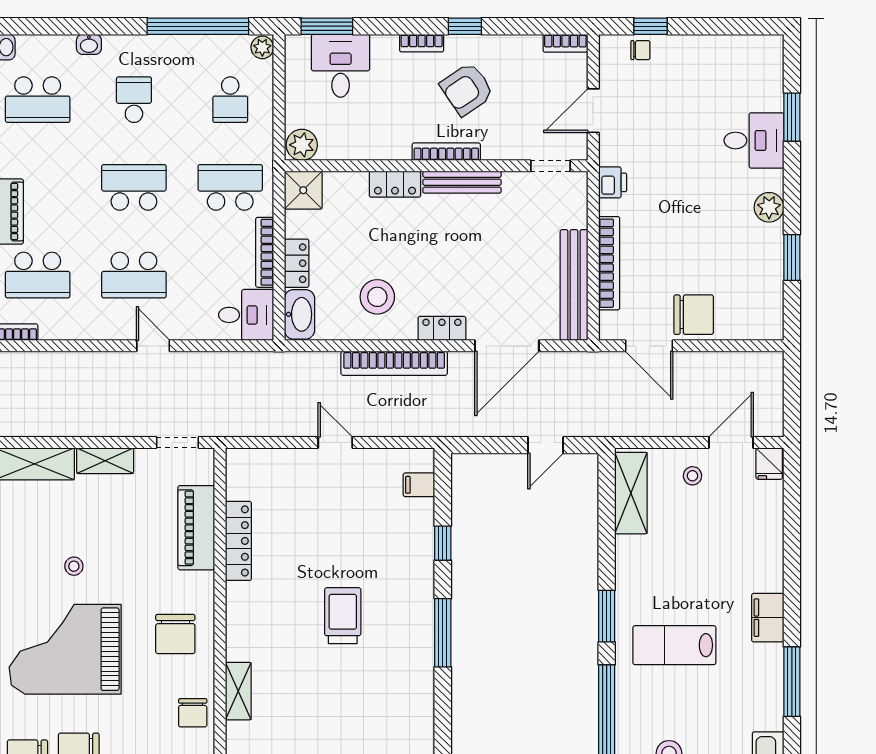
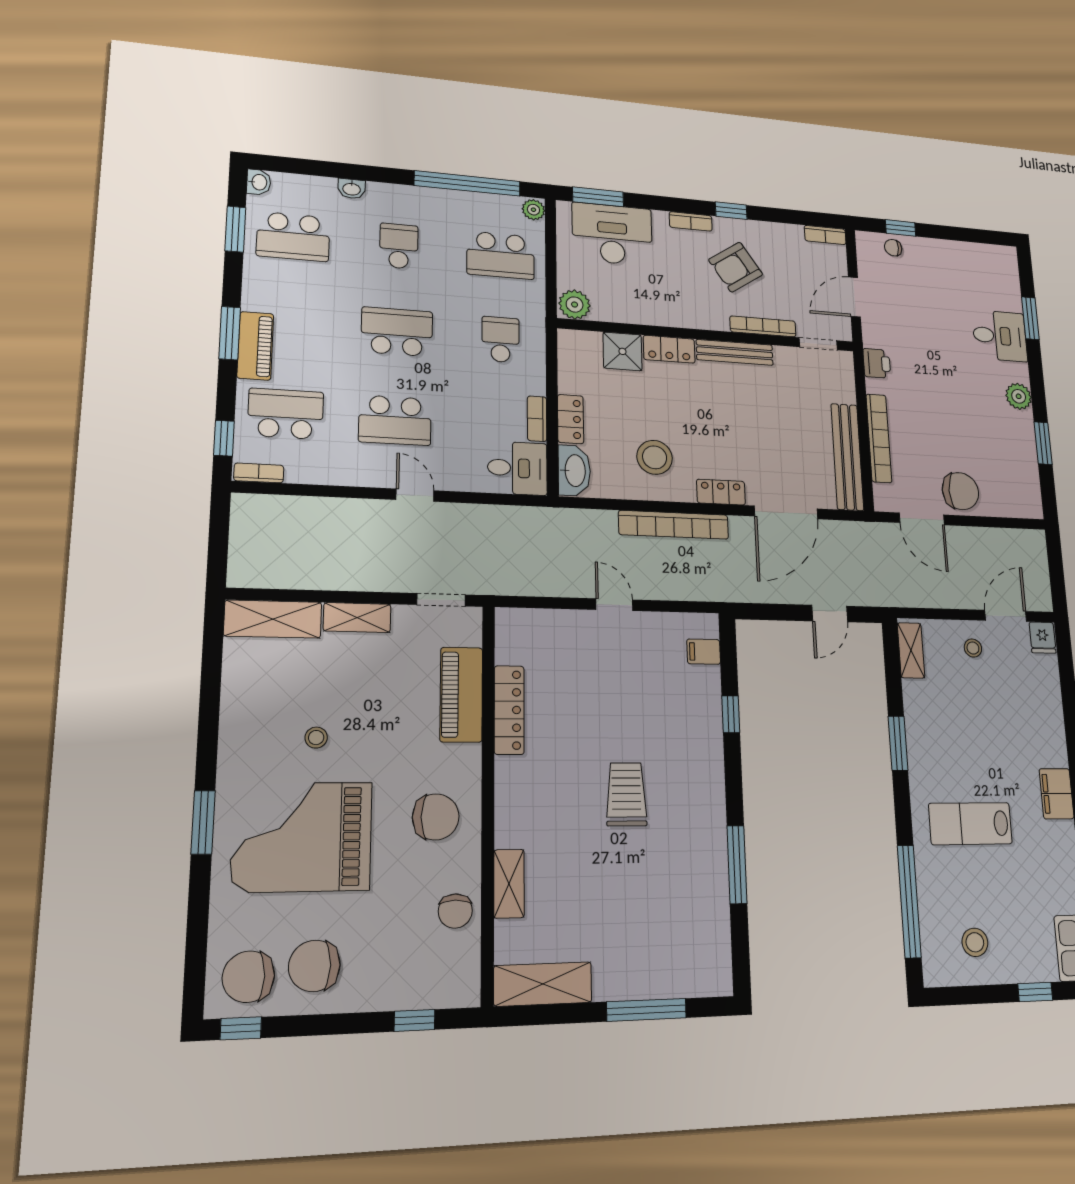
chair: (640, 50) -> (893, 248), turned 180
desk: (341, 66) -> (612, 234), width x1.37
school desk: (230, 100) -> (501, 255), width x1.85
bookcase: (446, 152) -> (763, 326), moved
school desk: (230, 187) -> (501, 340), width x0.54
shower: (303, 190) -> (622, 351), moved
bookcase: (265, 252) -> (537, 419), width x0.64
school desk: (38, 275) -> (286, 414), turned 180
shelving: (631, 493) -> (911, 650), width x0.67, depth x0.75
window: (607, 616) -> (898, 743), moved
window: (443, 633) -> (737, 864), moved
chair: (175, 634) -> (436, 817), turned -90

